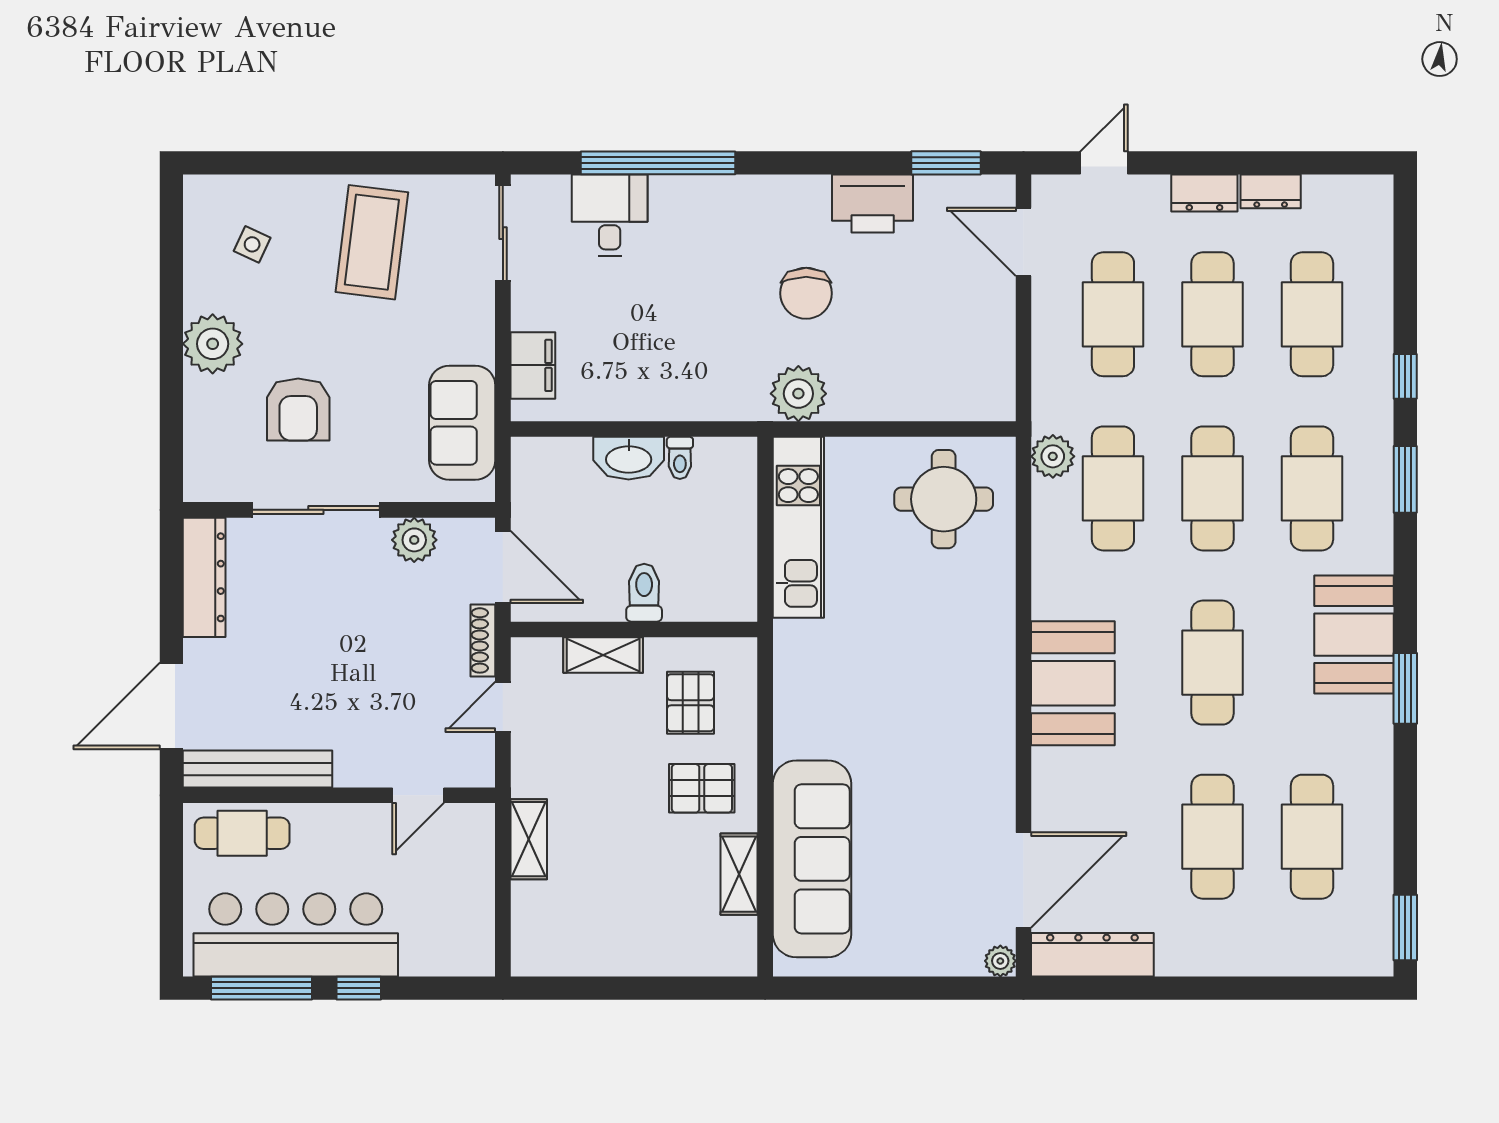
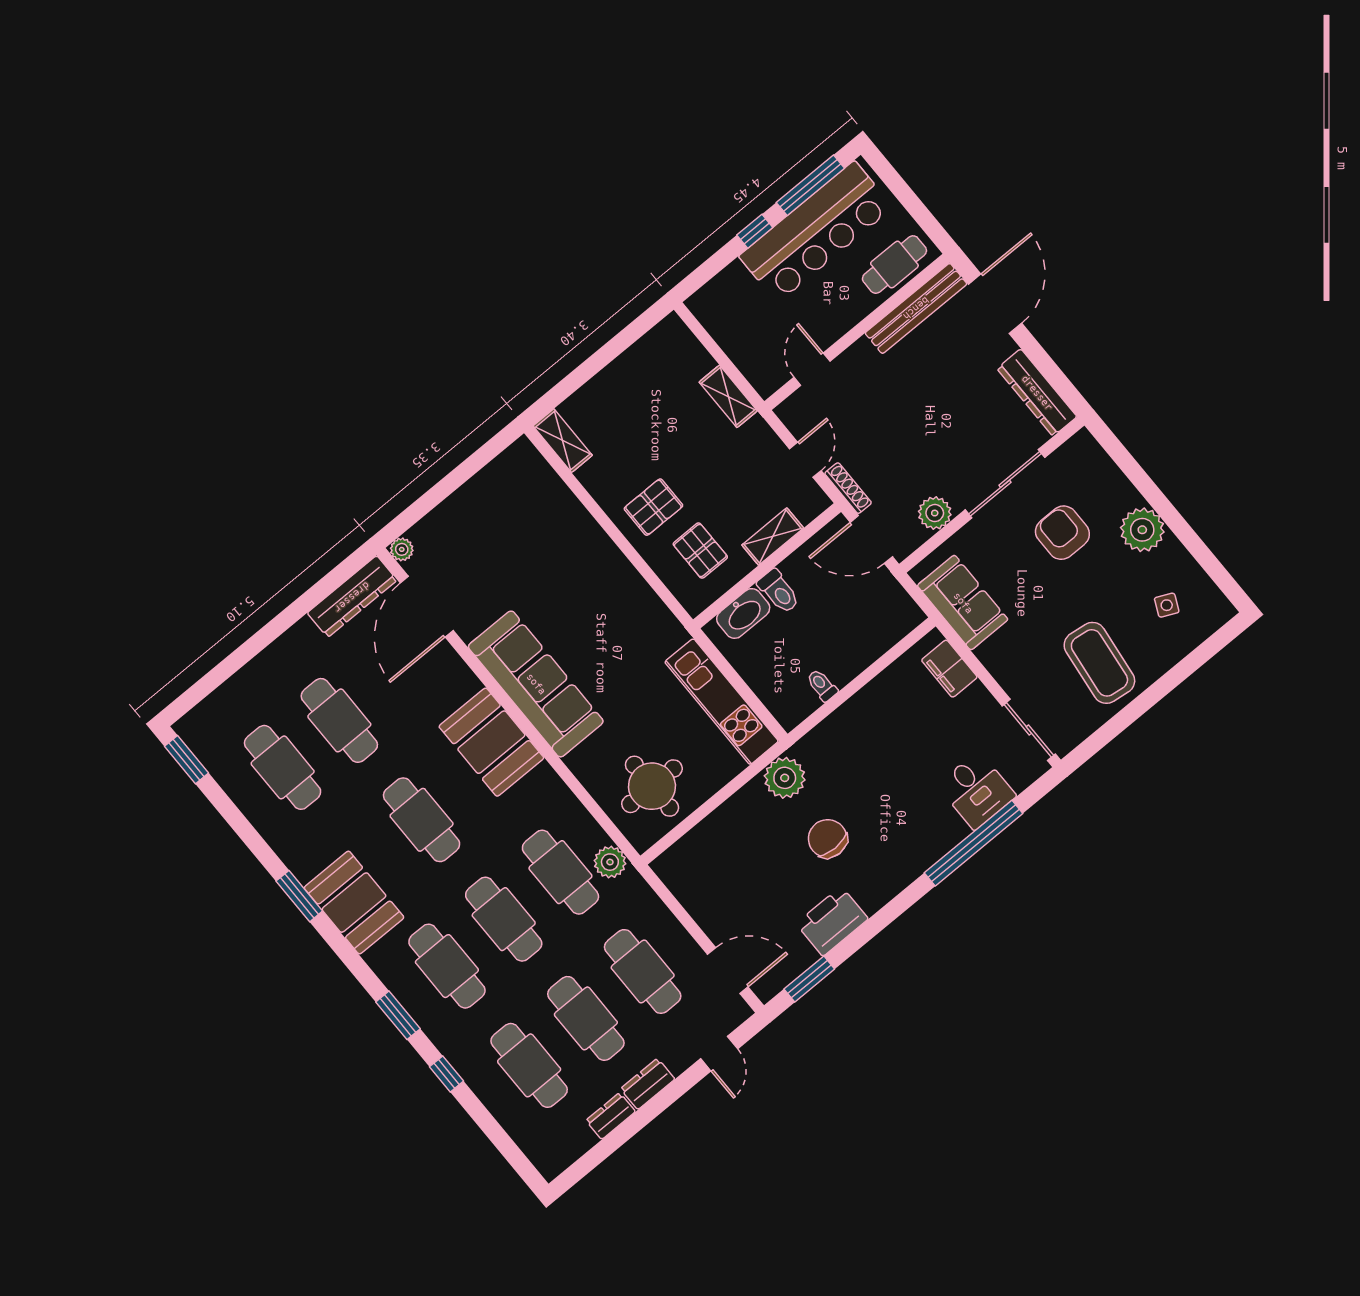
washbasin: (629, 458) -> (743, 613), moved, turned 180
sofa: (812, 859) -> (536, 684), moved, turned 180
shelving: (739, 874) -> (563, 441), moved

